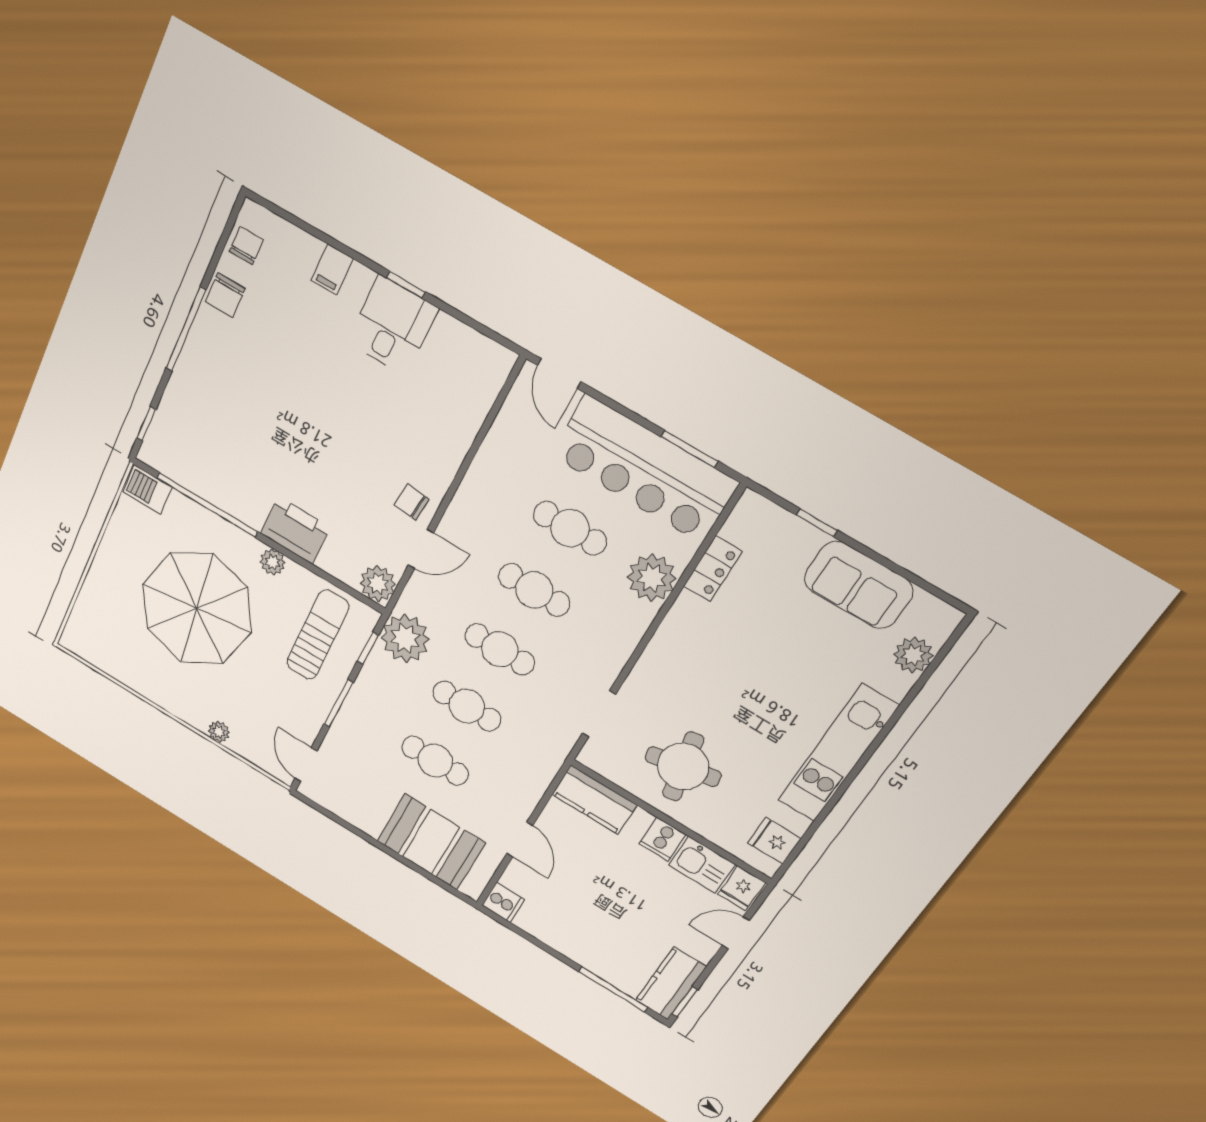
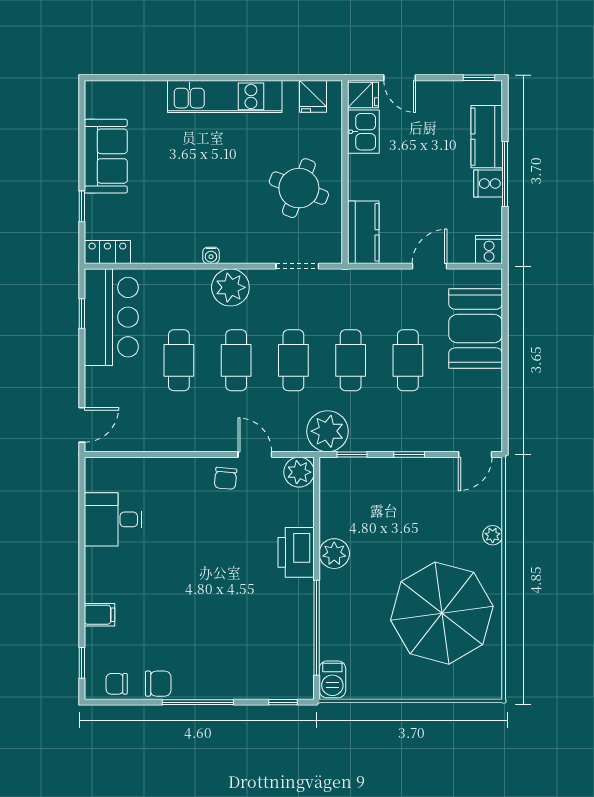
window: (406, 285) -> (82, 663), moved
desk: (392, 325) -> (113, 519), moved
window: (689, 449) -> (82, 314), width x0.67
bar counter: (644, 469) -> (111, 317), width x0.73
plant: (273, 562) -> (334, 554), width x1.38, depth x1.38
locker: (713, 569) -> (107, 252), moved
plant: (652, 578) -> (230, 287), moved
parasol: (197, 608) -> (442, 613), moved
water cooler: (667, 632) -> (211, 255), added
sun lounger: (318, 635) -> (365, 497), removed
plant: (913, 655) -> (130, 94), removed
window: (339, 703) -> (409, 454), width x0.67
round table: (683, 767) -> (299, 188), turned 32
cooker: (663, 839) -> (488, 184), moved, turned 180
kitchen counter: (671, 983) -> (487, 137), moved, turned 90
window: (613, 989) -> (505, 174), moved

